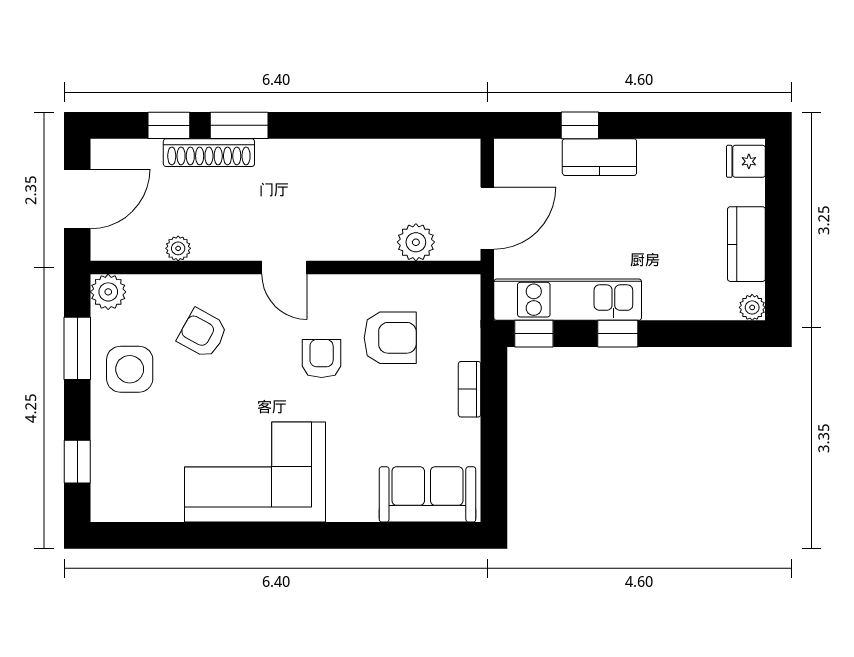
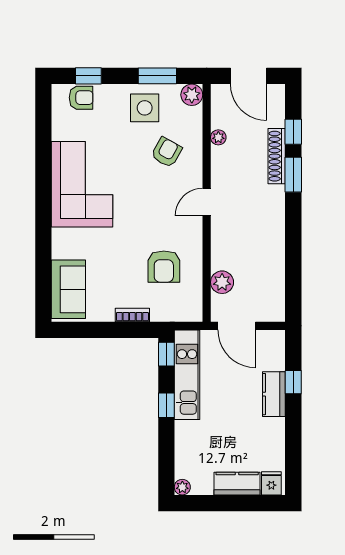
kitchen counter: (746, 244) -> (237, 484), moved
armchair: (322, 358) -> (81, 98), moved

